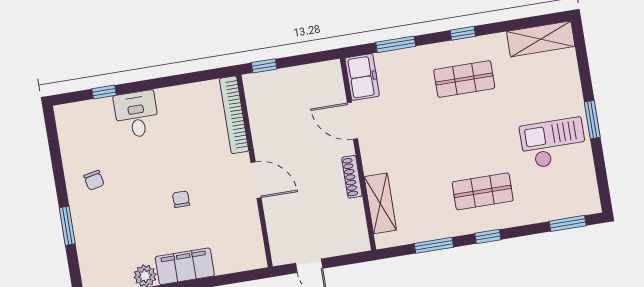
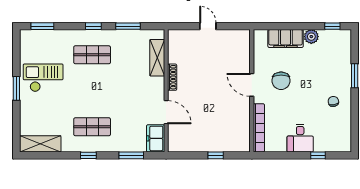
bookcase: (234, 115) -> (259, 128), moved
checkout: (553, 143) -> (43, 78), turned 180
wall: (255, 171) -> (252, 91), moved
door: (256, 180) -> (252, 85), moved
chair: (181, 199) -> (281, 81), width x1.87, depth x1.87

